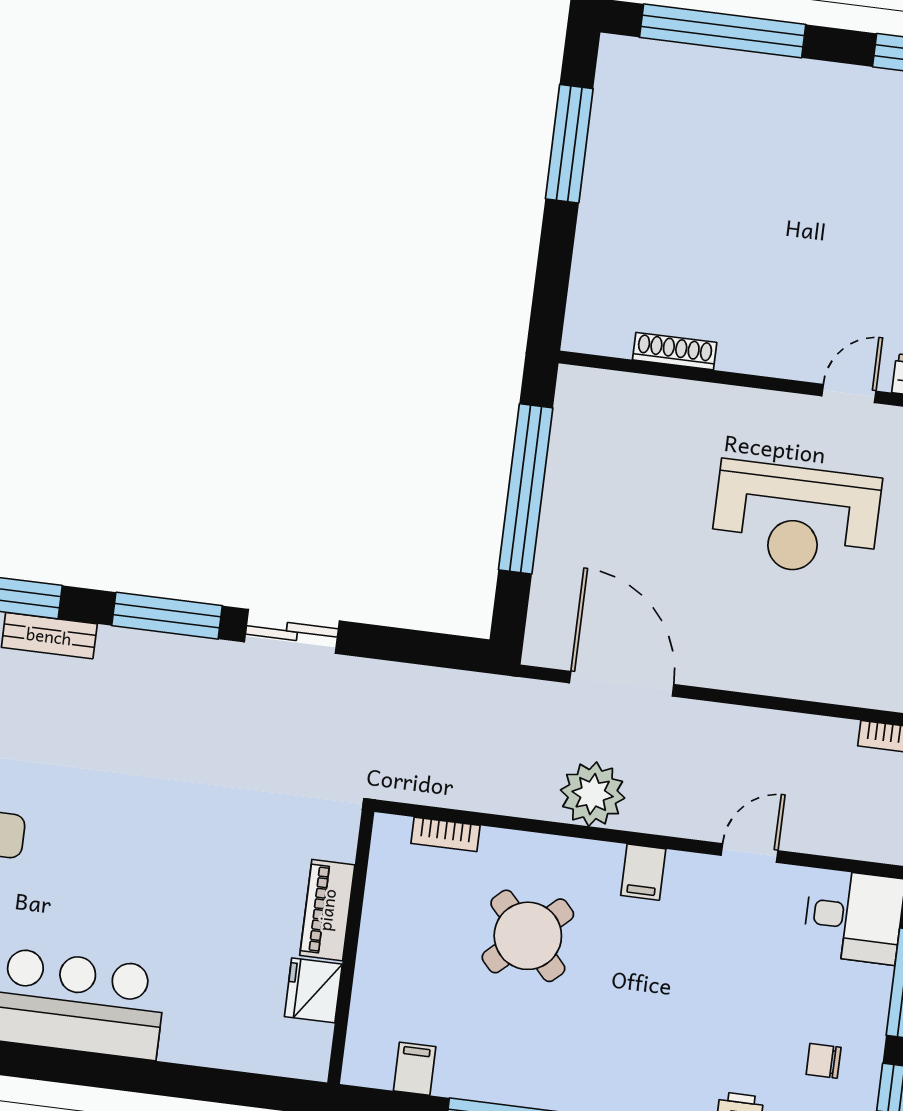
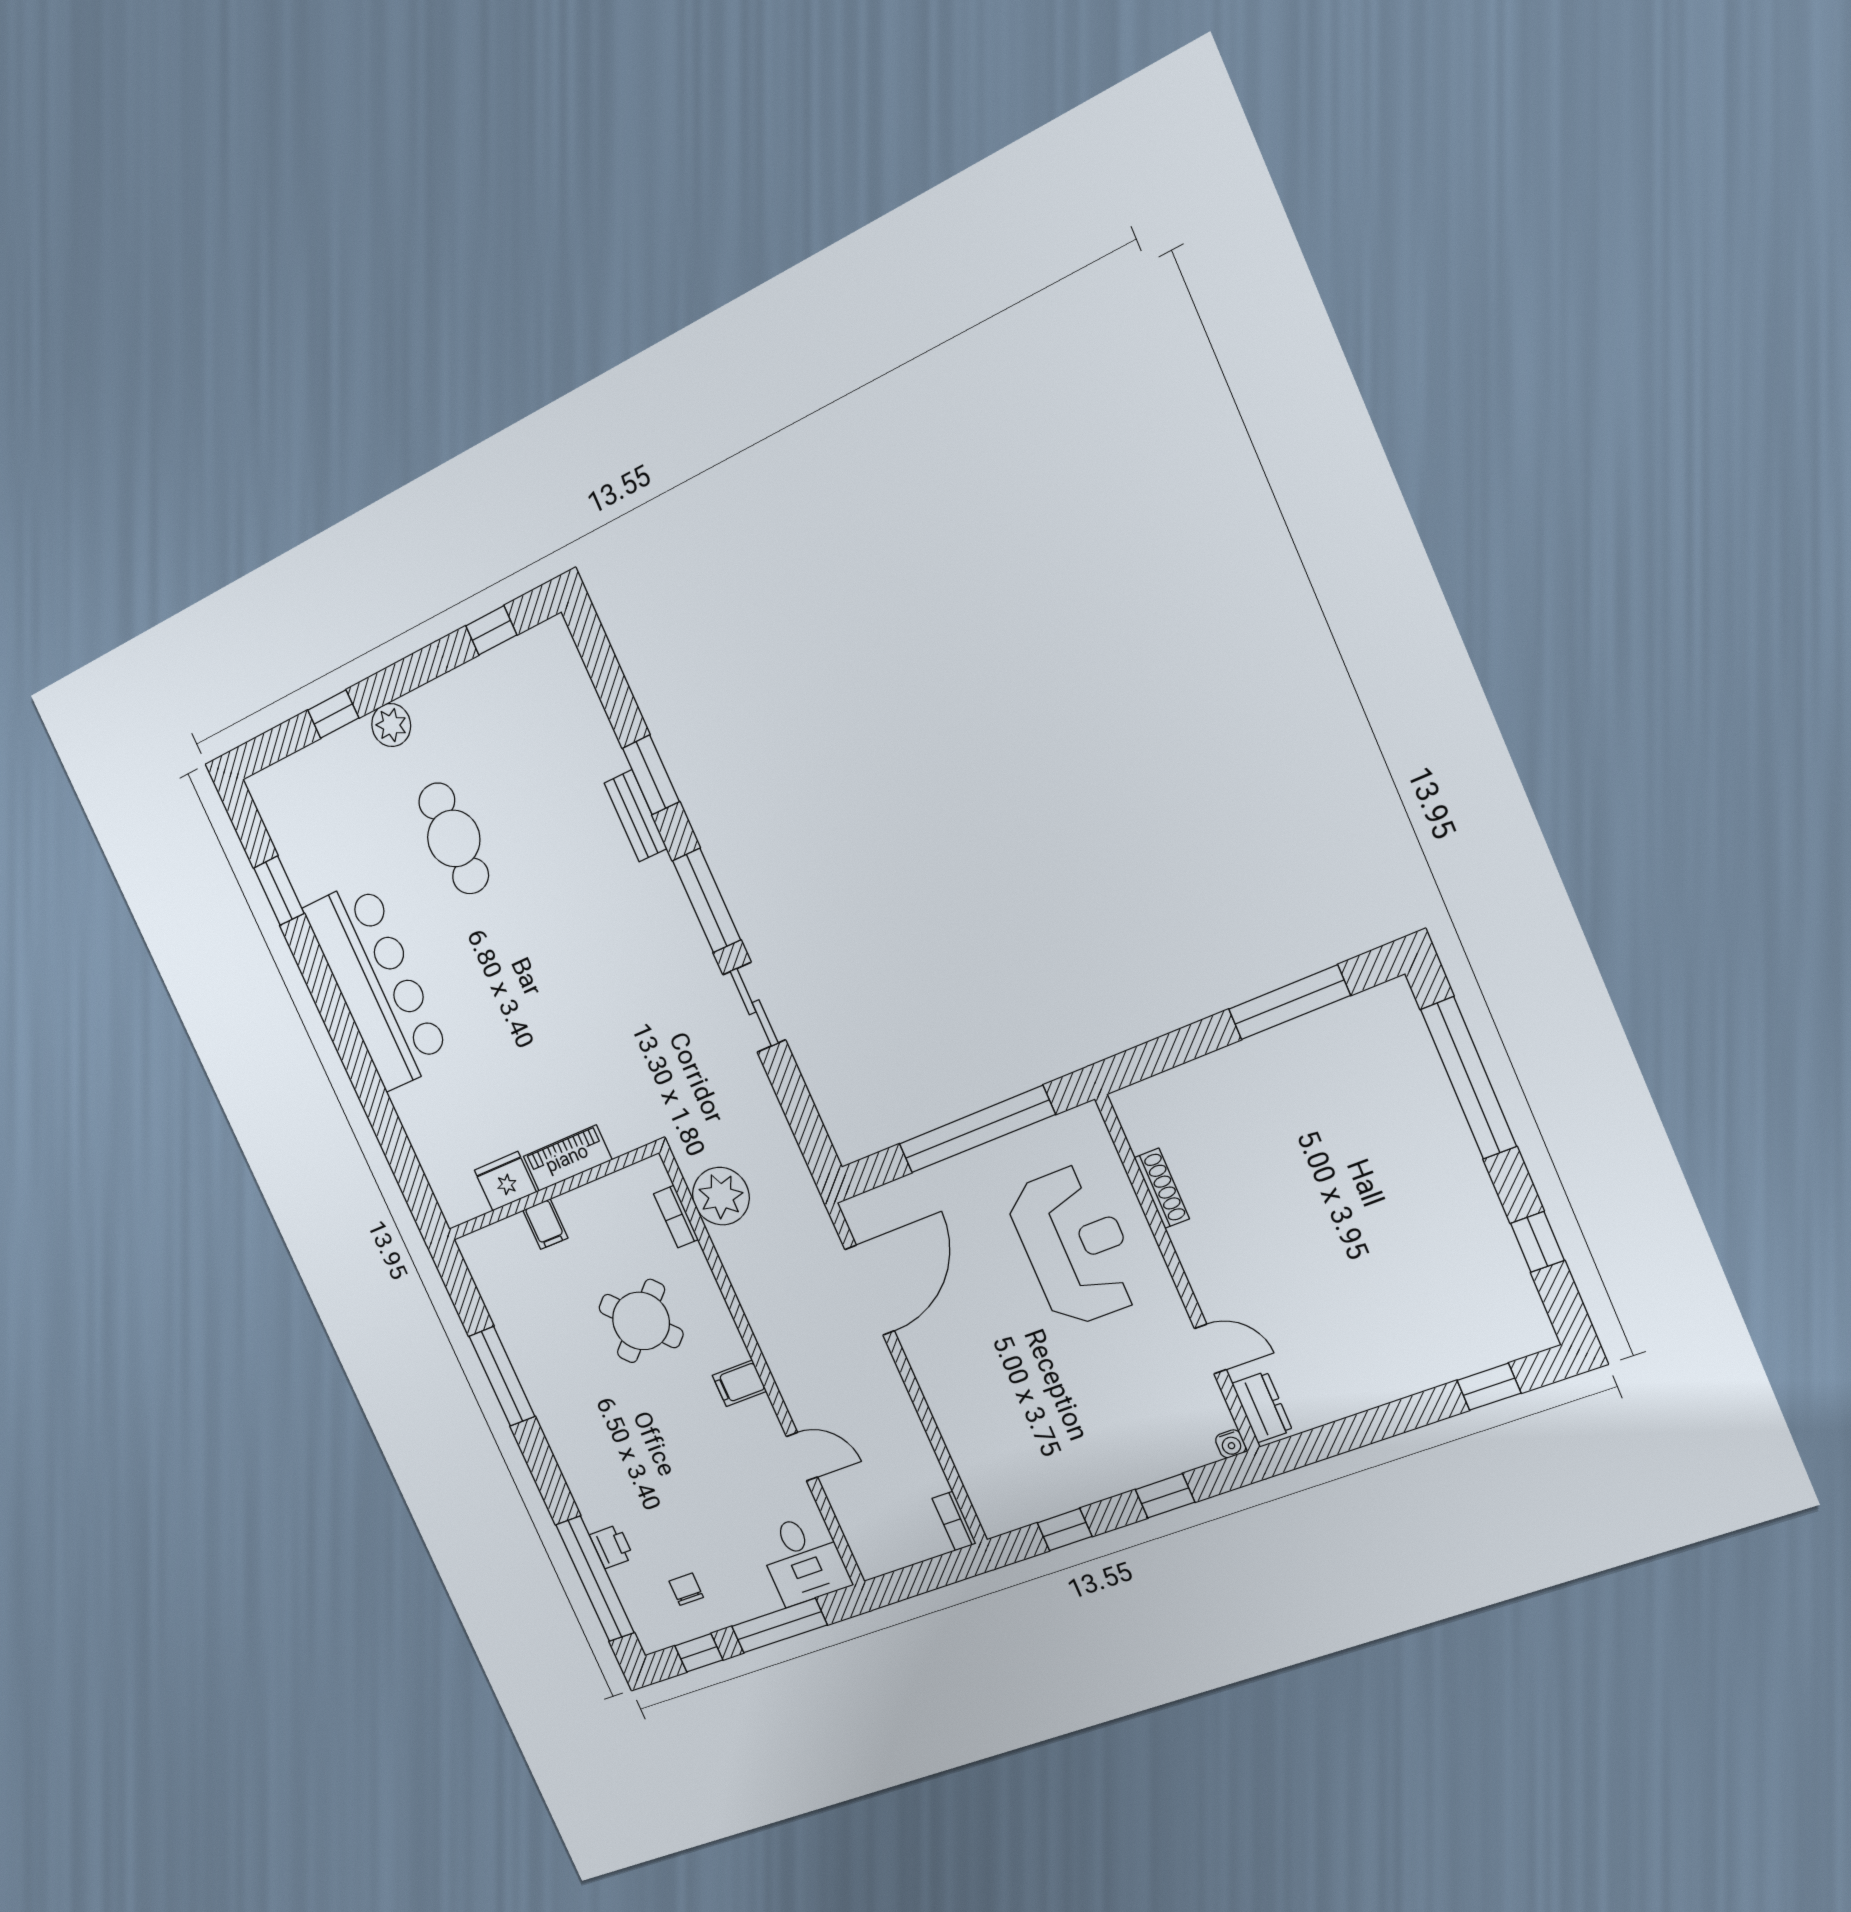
reception desk: (796, 519) -> (1075, 1246), moved, turned 180
plant: (593, 794) -> (721, 1196), moved
filing cabinet: (415, 1069) -> (545, 1224), moved, turned 90

